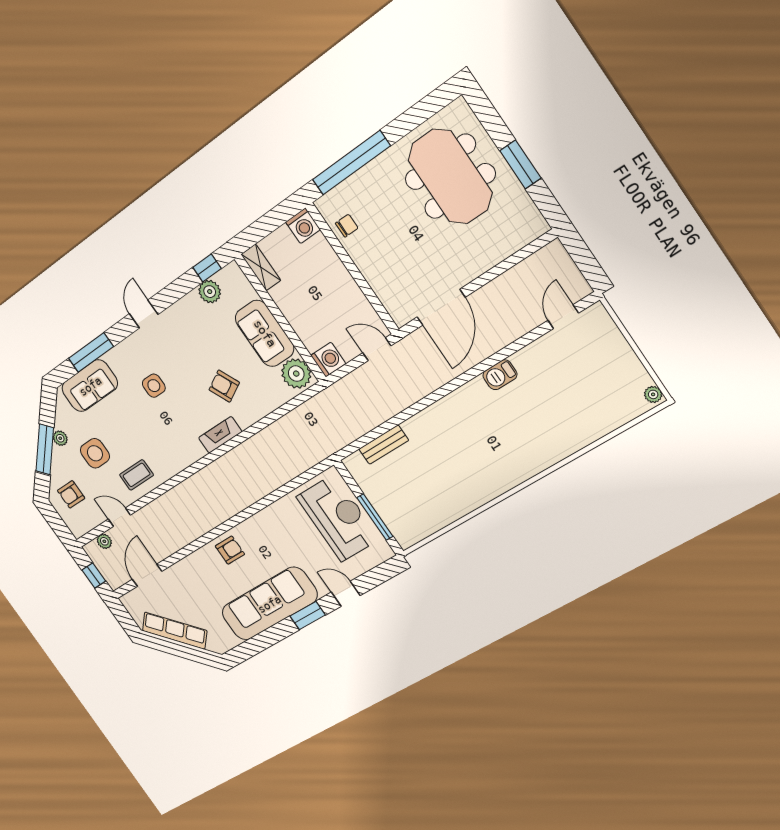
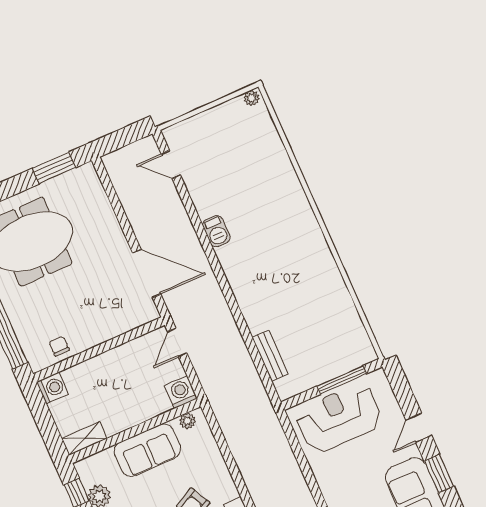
window: (520, 164) -> (54, 168), moved
plant: (296, 374) -> (187, 421), width x0.53, depth x0.53

